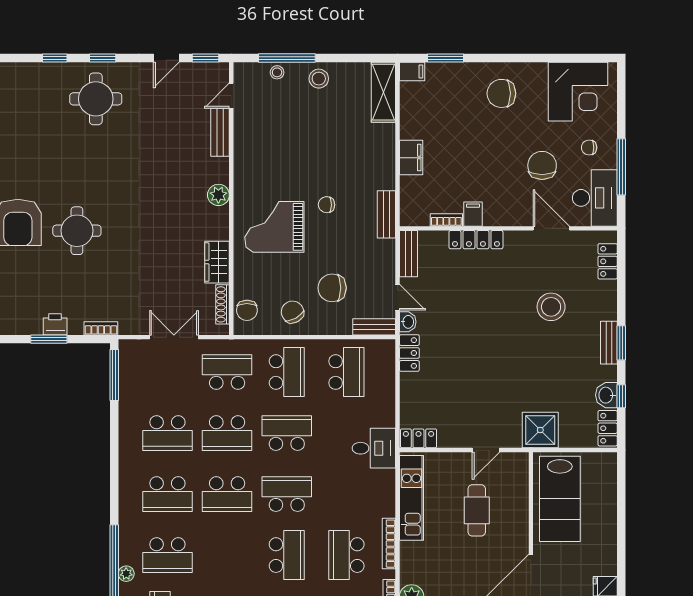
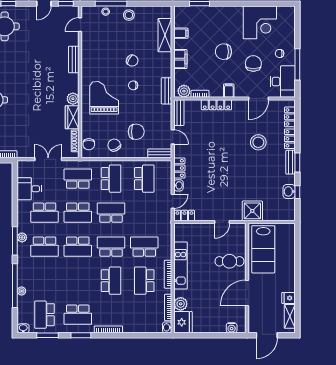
filing cabinet: (412, 71) -> (181, 33), moved
shelving: (383, 92) -> (165, 35), moved
corner desk: (578, 92) -> (260, 22), moved
chair: (501, 93) -> (223, 52), moved
bench: (220, 132) -> (74, 59), moved
chair: (325, 160) -> (132, 61), added
plant: (218, 195) -> (73, 99), moved
filing cabinet: (473, 214) -> (229, 91), moved
plant: (418, 215) -> (184, 91), added
grand piano: (274, 227) -> (104, 98), turned 90
door: (551, 228) -> (258, 99), swing flipped
chair: (332, 288) -> (136, 132), turned 180
washbasin: (408, 322) -> (178, 185), moved
window: (114, 375) -> (15, 241), moved
door: (398, 413) -> (173, 201), added
locker: (608, 428) -> (290, 139), moved
desk: (374, 448) -> (29, 189), moved, turned 180
plant: (127, 478) -> (22, 237), added
kitchen unit: (412, 498) -> (181, 265), moved
cafe table: (477, 510) -> (229, 261), moved, turned 90
school desk: (167, 555) -> (144, 247), moved, turned 180

